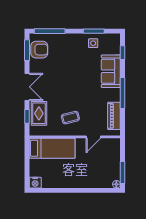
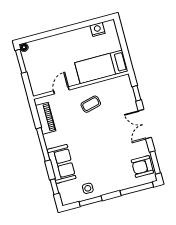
rug: (39, 113) -> (125, 100), removed
nightstand: (35, 183) -> (98, 29), moved

